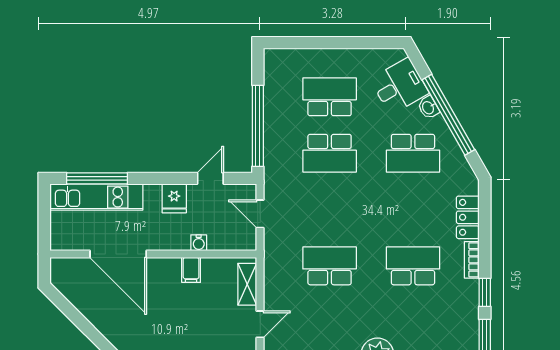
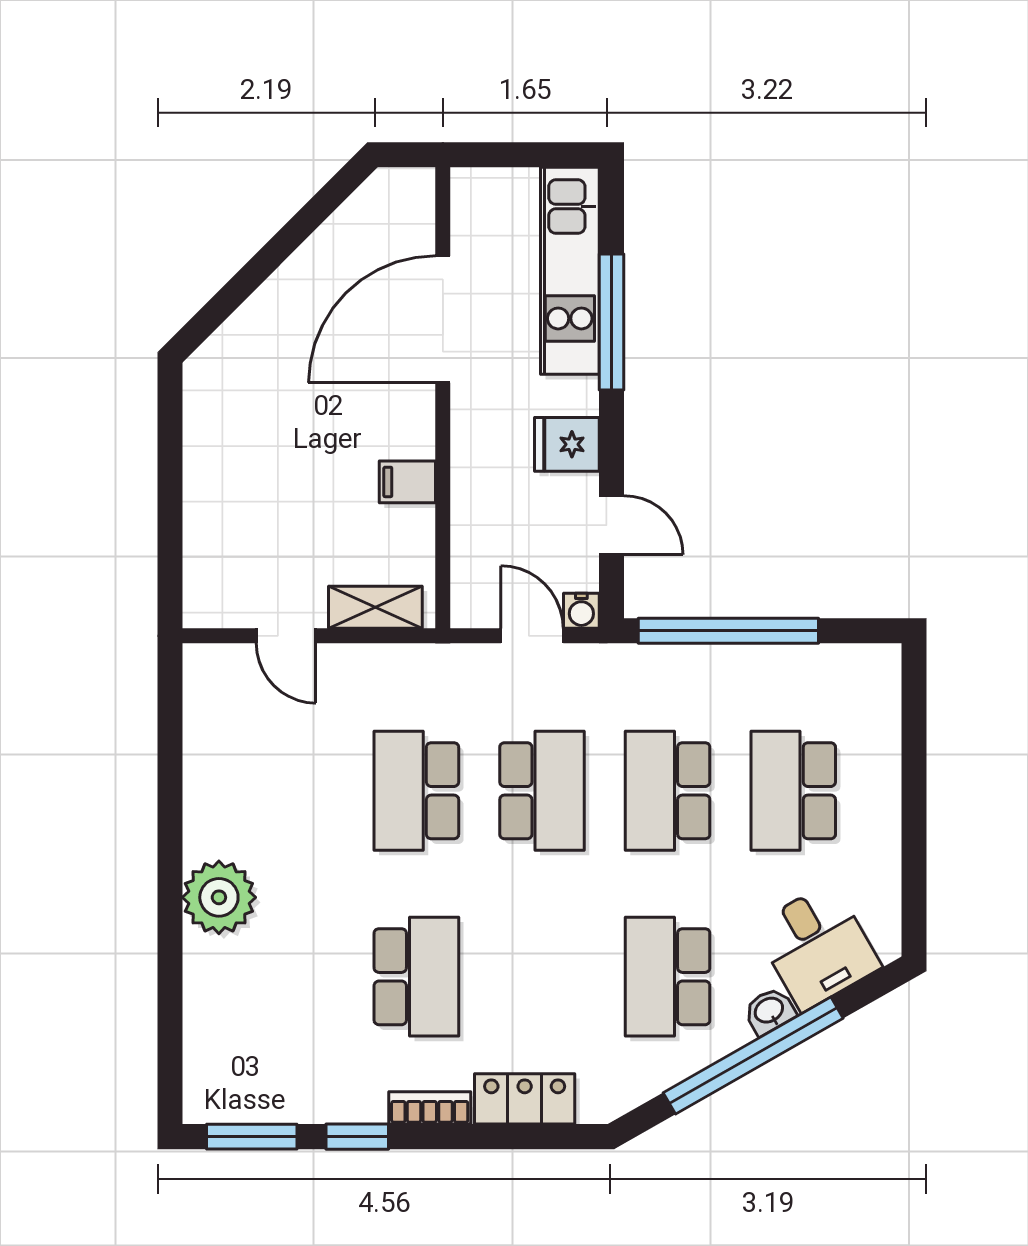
school desk: (330, 97) -> (793, 791), turned 180
window: (97, 178) -> (611, 322), moved
school desk: (330, 210) -> (542, 791), added
door: (260, 214) -> (532, 636), hinge flipped
water cooler: (199, 243) -> (581, 611), moved, turned -90
school desk: (330, 266) -> (416, 791), turned 180

